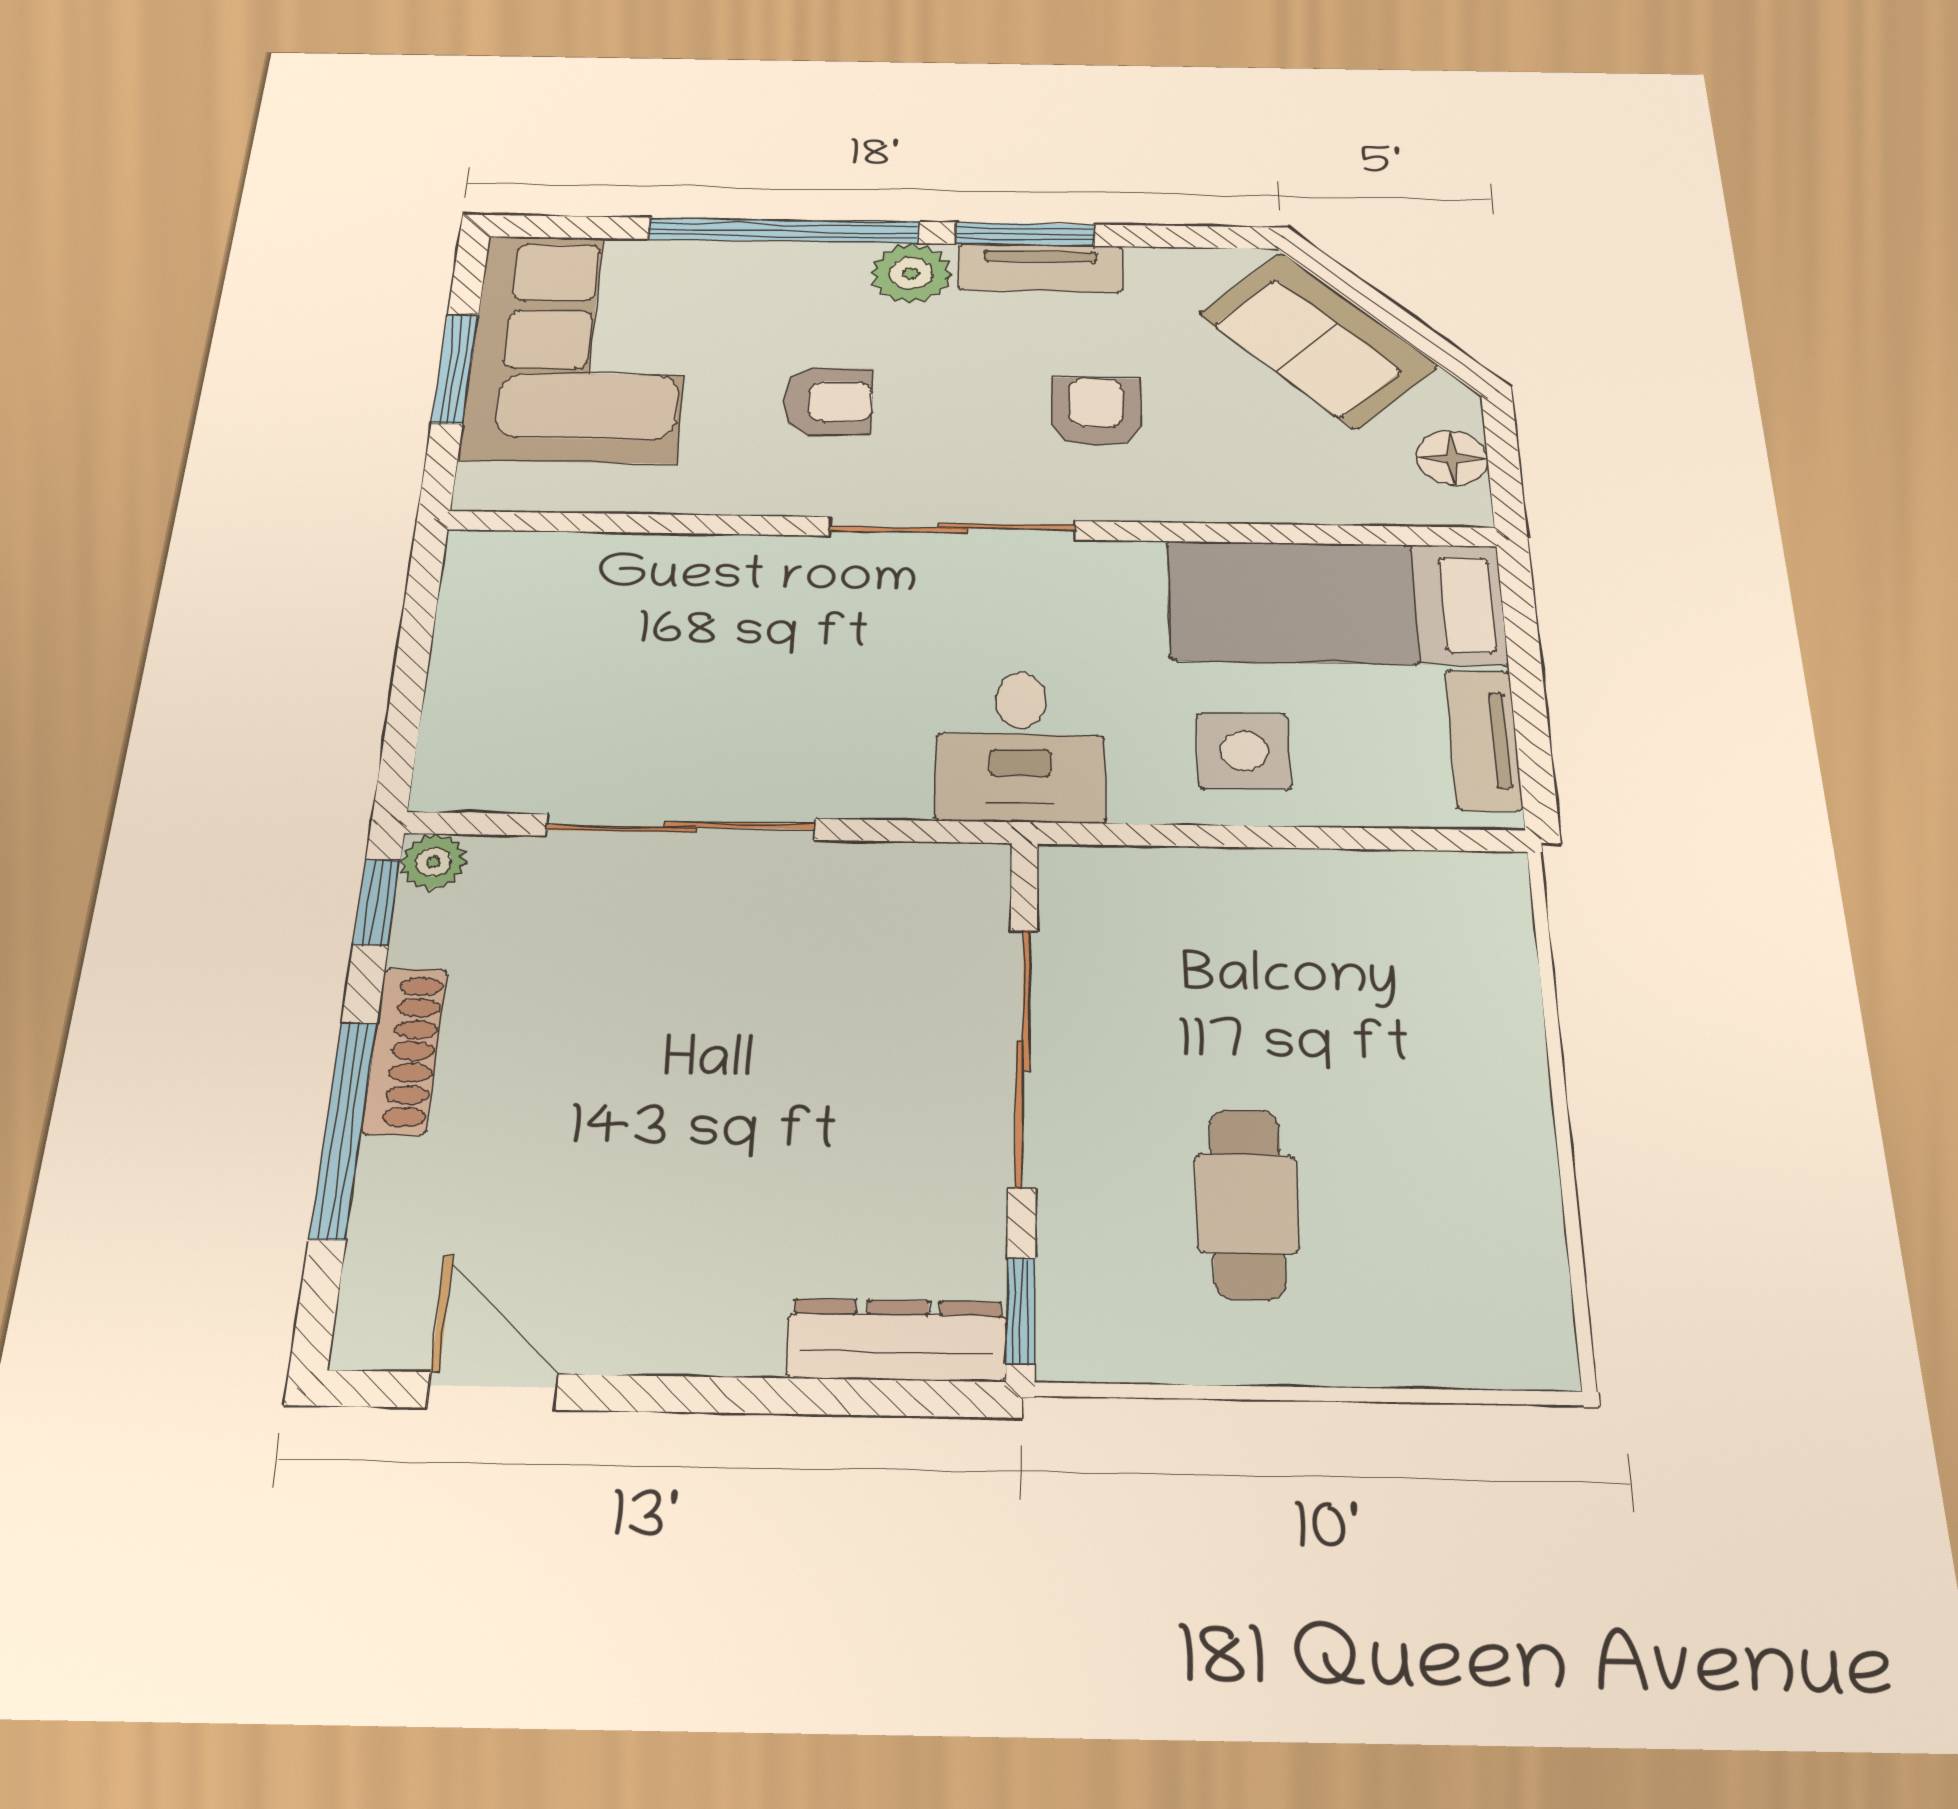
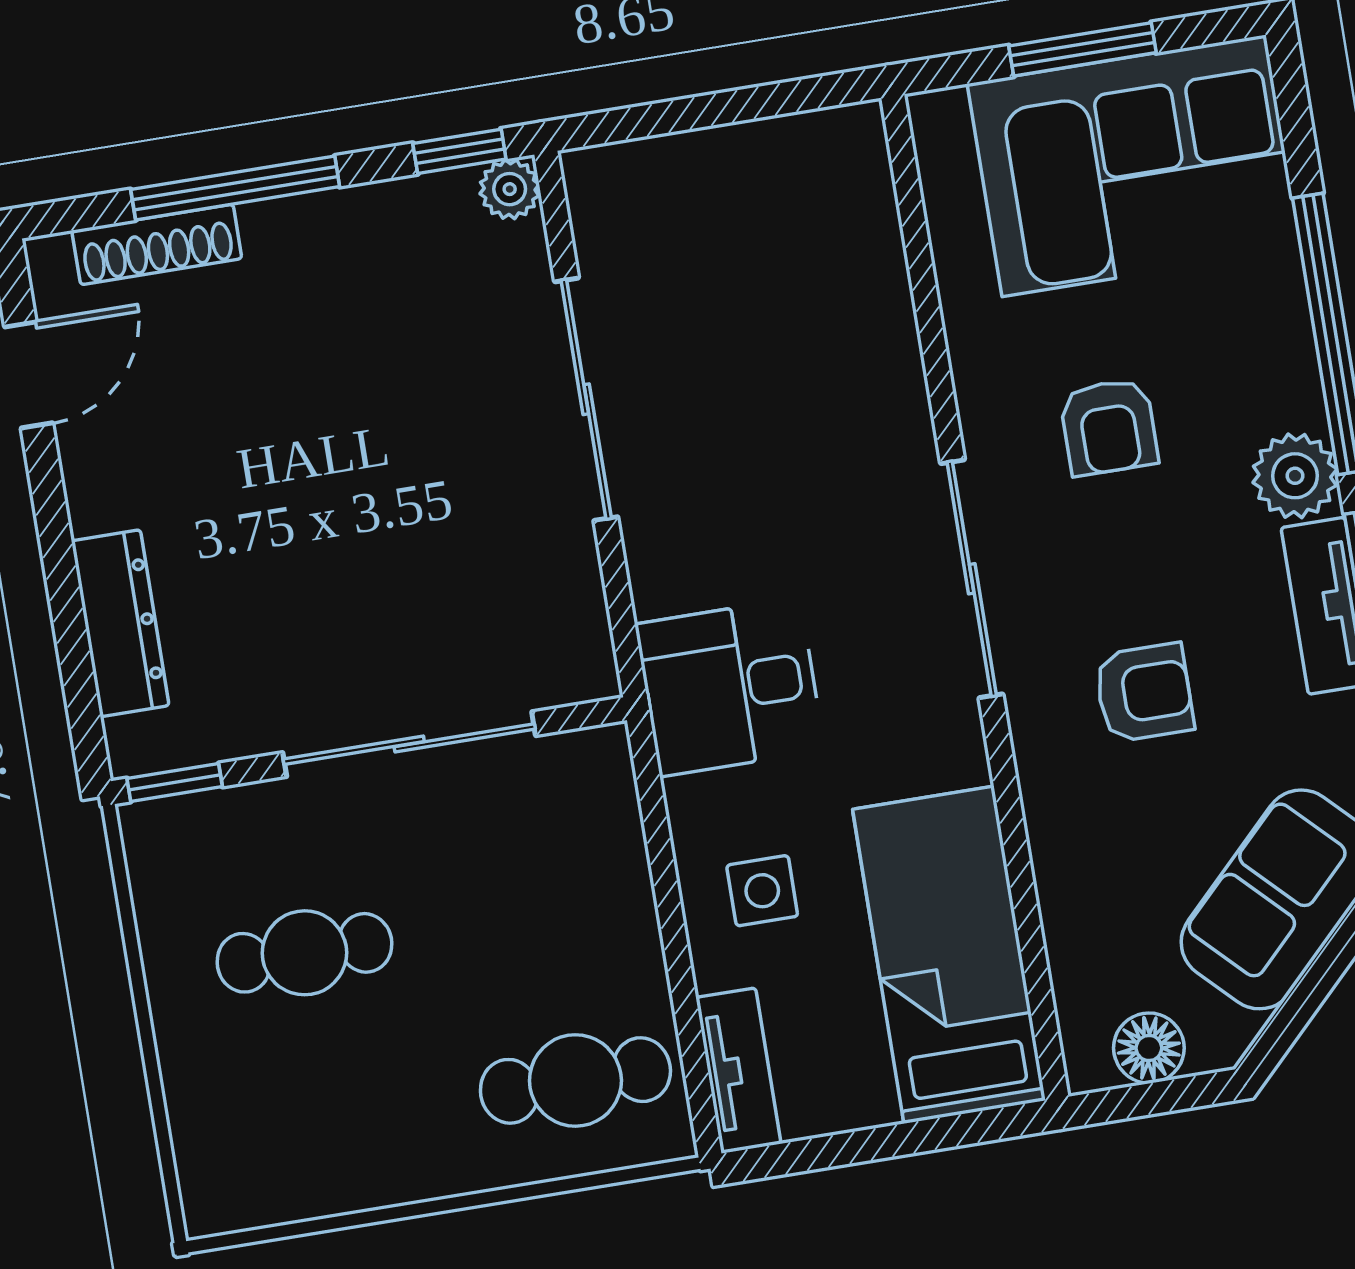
tv unit: (1484, 740) -> (738, 1071), moved, turned 90
side table: (1244, 751) -> (762, 891), width x0.73, depth x0.73
cafe table: (1430, 954) -> (575, 1080), added
shoe rack: (405, 1051) -> (157, 244), moved
dresser: (897, 1340) -> (120, 623), moved

